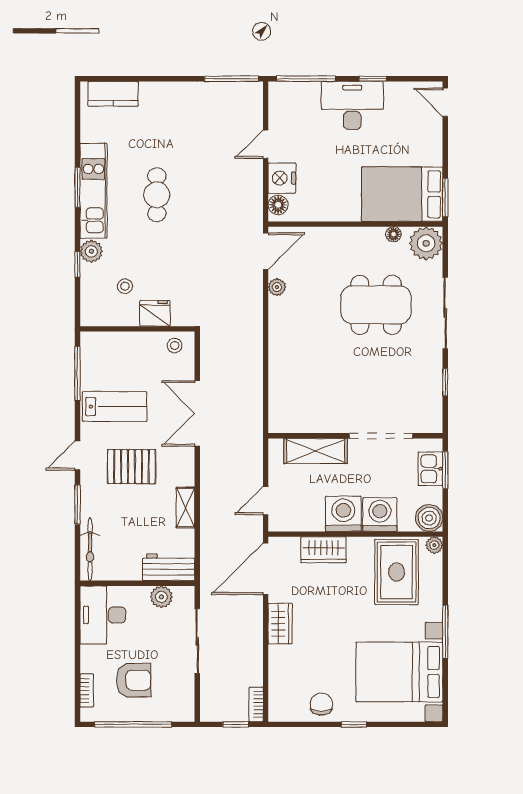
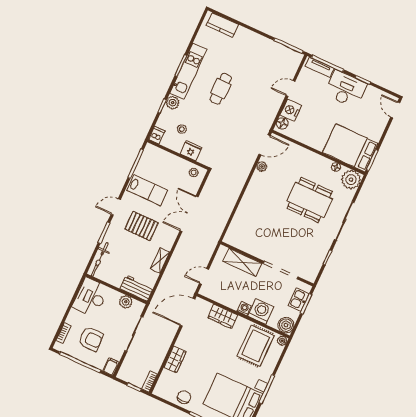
tv unit: (296, 90) -> (320, 67), added
dishwasher: (90, 314) -> (157, 135), added
washing machine: (343, 514) -> (244, 309), width x0.53, depth x0.53
wardrobe: (280, 624) -> (175, 360), moved
filing cabinet: (185, 709) -> (111, 367), added

